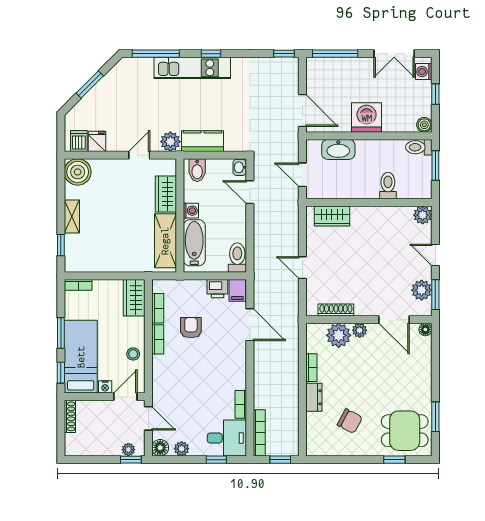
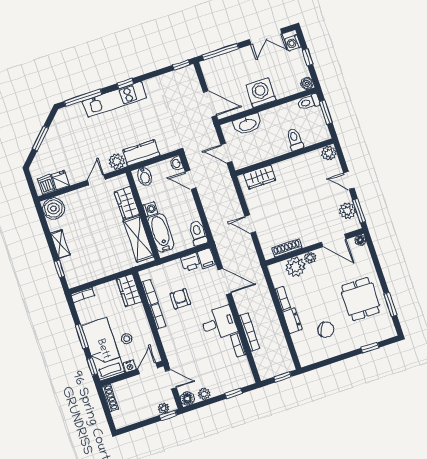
stool: (133, 354) -> (127, 339), moved
dining table: (405, 431) -> (361, 299), moved, turned 90
bookcase: (259, 433) -> (250, 332), moved
desk: (227, 438) -> (219, 323), moved

